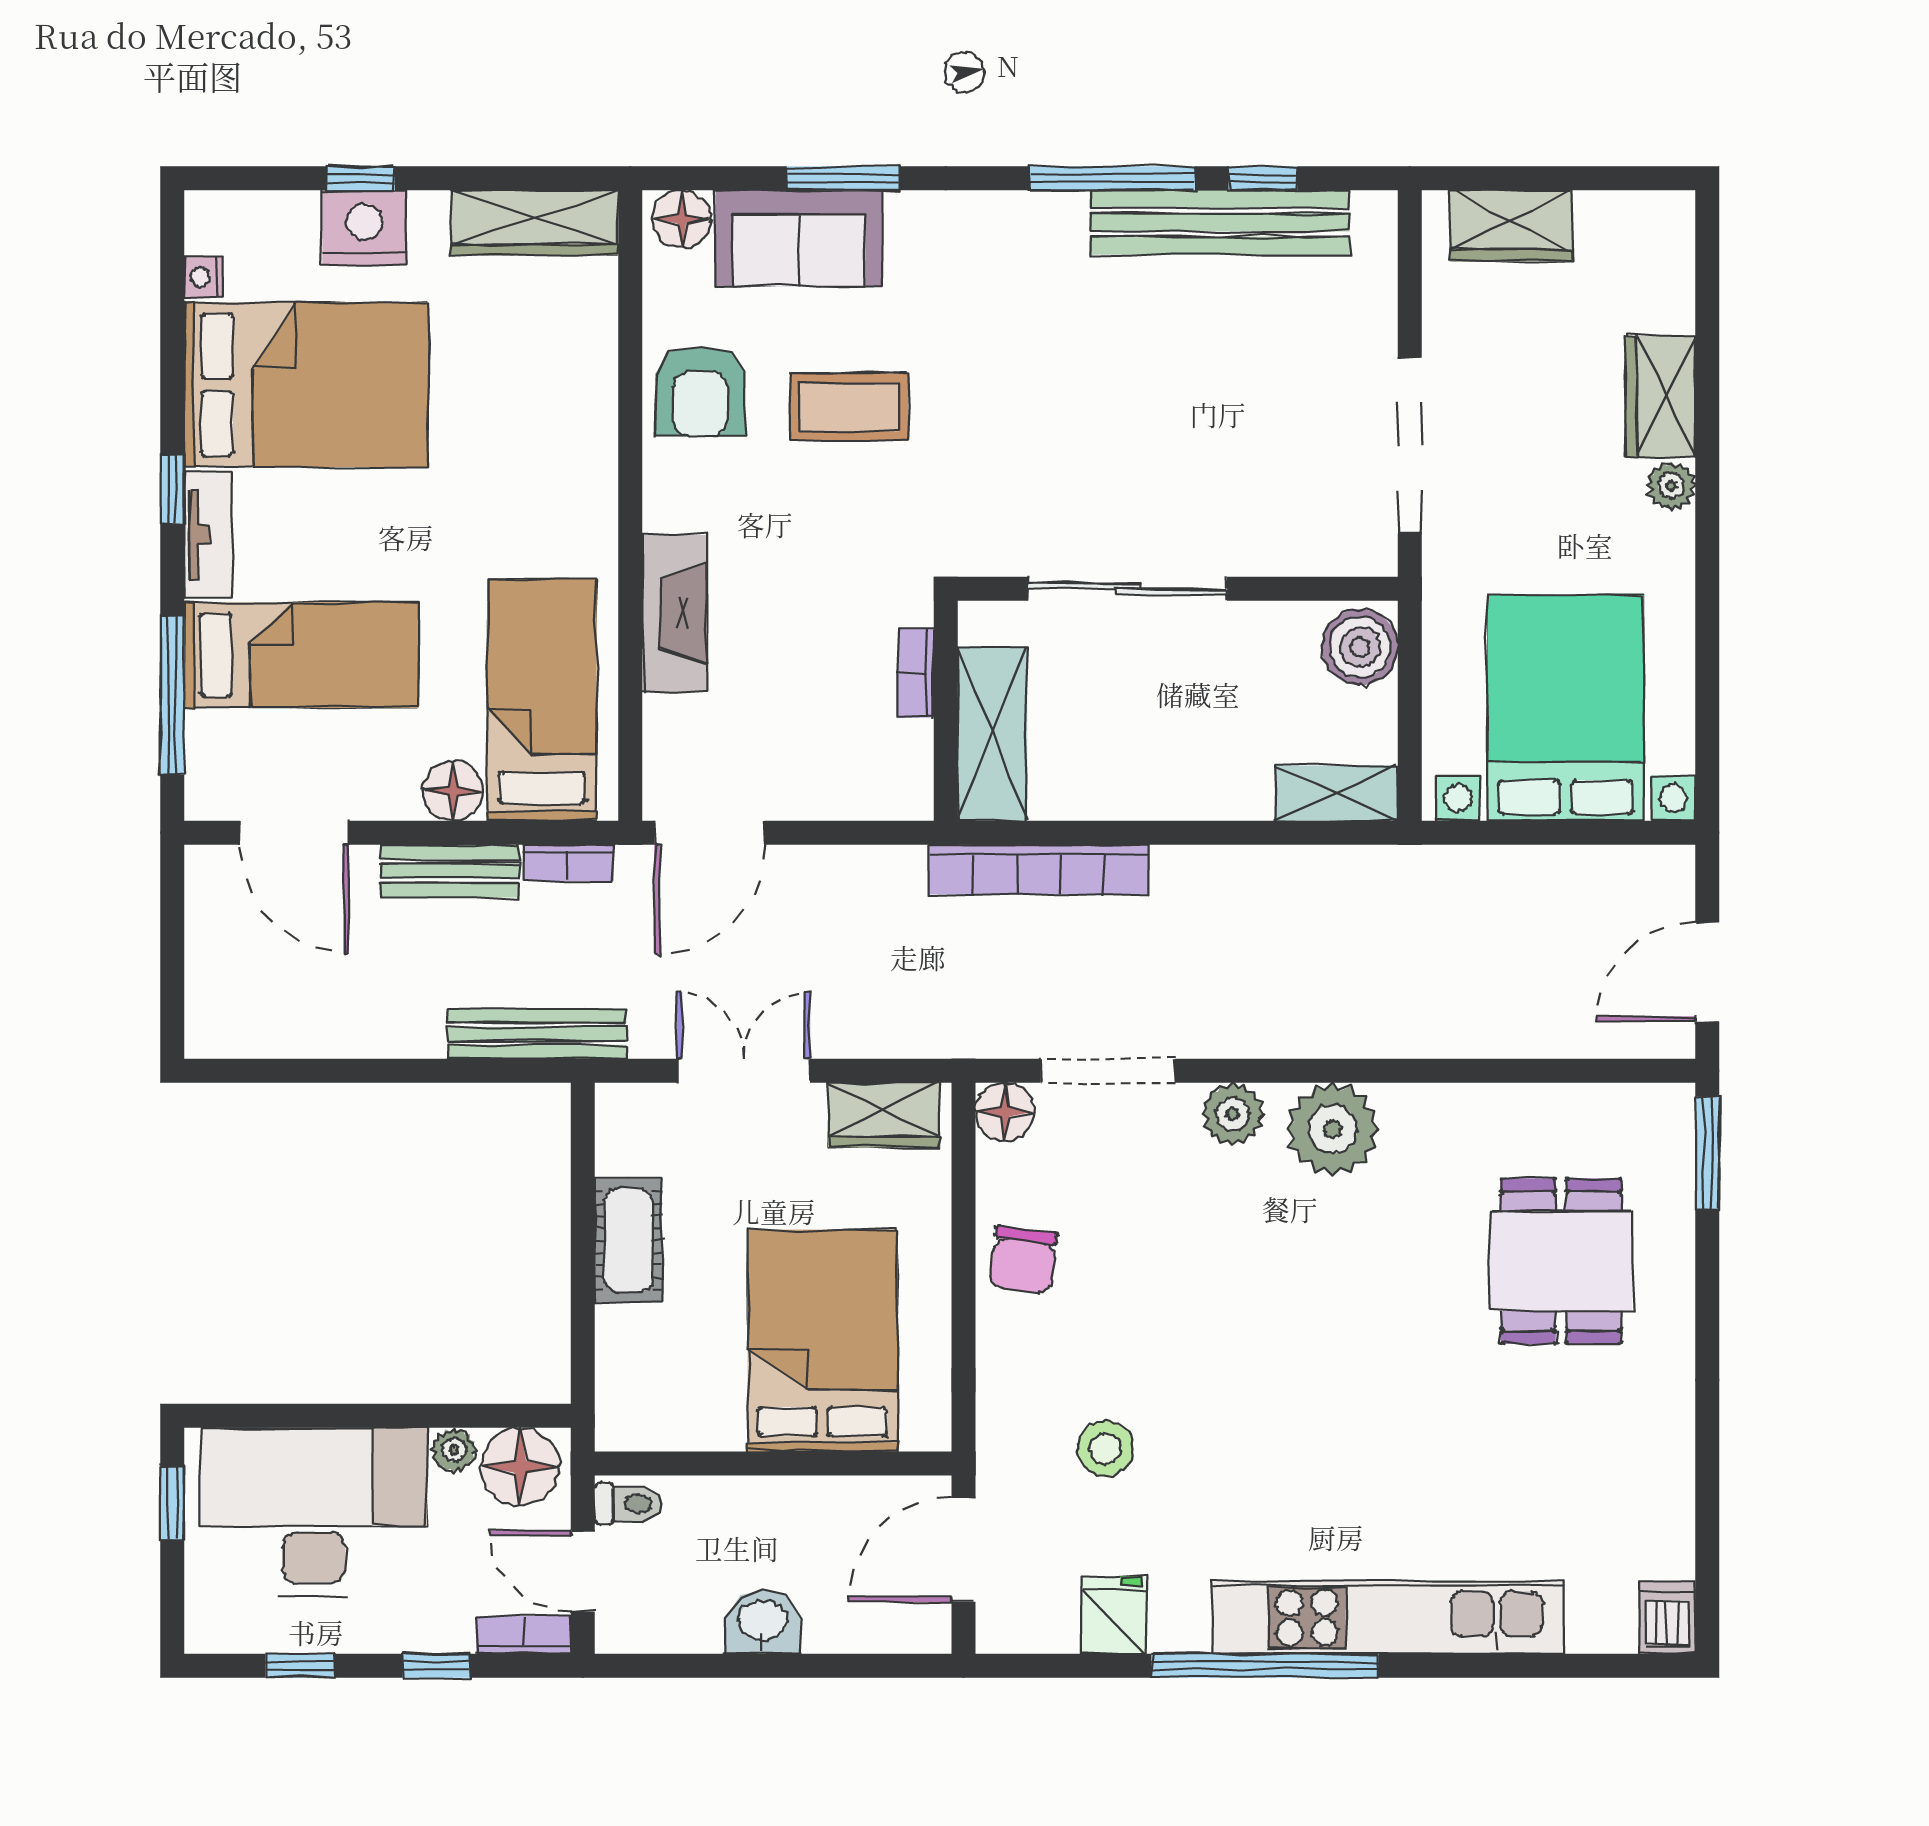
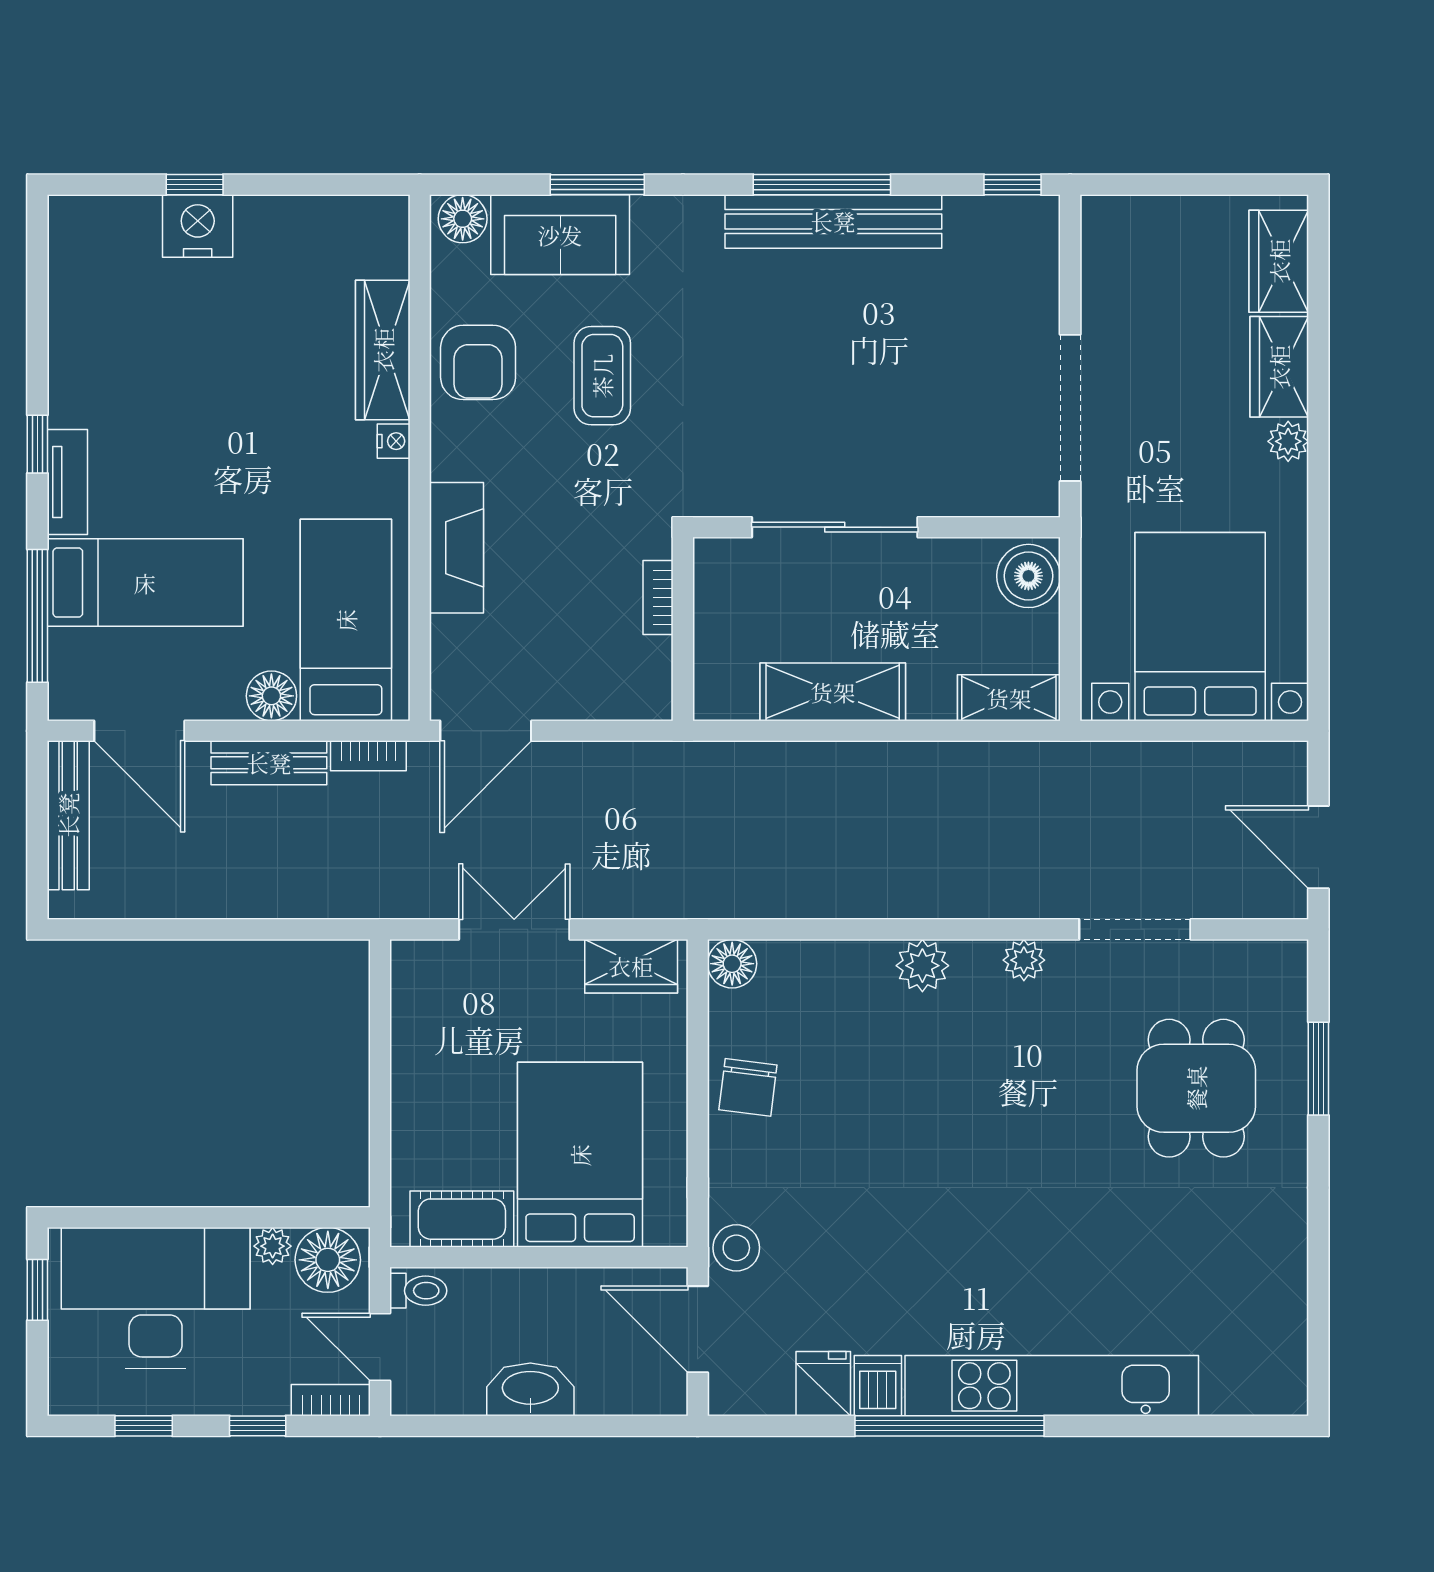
window: (1263, 178) -> (1013, 185), moved
bench: (1220, 222) -> (833, 221), moved
wardrobe: (535, 223) -> (383, 350), moved, turned 90
wardrobe: (1511, 226) -> (1279, 261), moved, turned 90
nightstand: (203, 277) -> (394, 441), moved, turned 180
bed: (306, 385) -> (149, 357), removed
coffee table: (849, 407) -> (602, 376), turned 90
shelving: (992, 734) -> (833, 692), moved, turned 90
bookcase: (1039, 870) -> (760, 762), removed
door: (1707, 972) -> (1318, 847), hinge flipped
bench: (537, 1034) -> (68, 815), moved, turned 90
doorway: (1108, 1071) -> (1135, 929), moved
plant: (1333, 1129) -> (1024, 960), width x0.53, depth x0.53
window: (1707, 1153) -> (1318, 1069), moved
cot: (628, 1240) -> (462, 1219), moved, turned 90
stool: (1105, 1448) -> (736, 1248), moved
door: (964, 1550) -> (698, 1329), hinge flipped
dishwasher: (1667, 1618) -> (878, 1386), moved
washbasin: (763, 1622) -> (530, 1389), width x1.38

